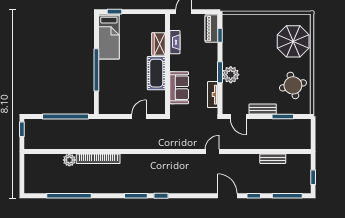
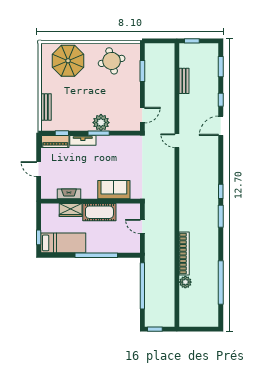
fireplace: (175, 42) -> (69, 194), moved
wardrobe: (159, 44) -> (71, 210), moved
wall: (168, 64) -> (90, 201), moved
cot: (156, 73) -> (99, 212), moved
sofa: (179, 88) -> (114, 190), moved
tv unit: (213, 95) -> (83, 140), moved
bench: (263, 109) -> (46, 107), moved
door: (139, 117) -> (142, 227), moved
window: (313, 177) -> (192, 41), moved
window: (287, 196) -> (221, 67), width x0.69

